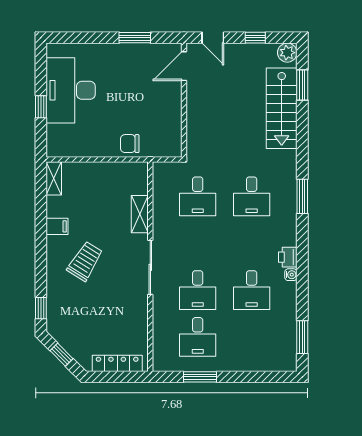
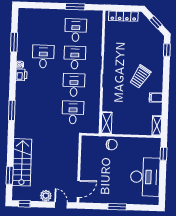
window: (135, 38) -> (117, 207), moved
window: (255, 38) -> (24, 204), moved
plant: (287, 53) -> (46, 196), moved
window: (41, 107) -> (163, 154), moved
desk: (252, 196) -> (74, 85), moved
shelving: (140, 214) -> (107, 123), moved
window: (302, 337) -> (14, 42), moved

